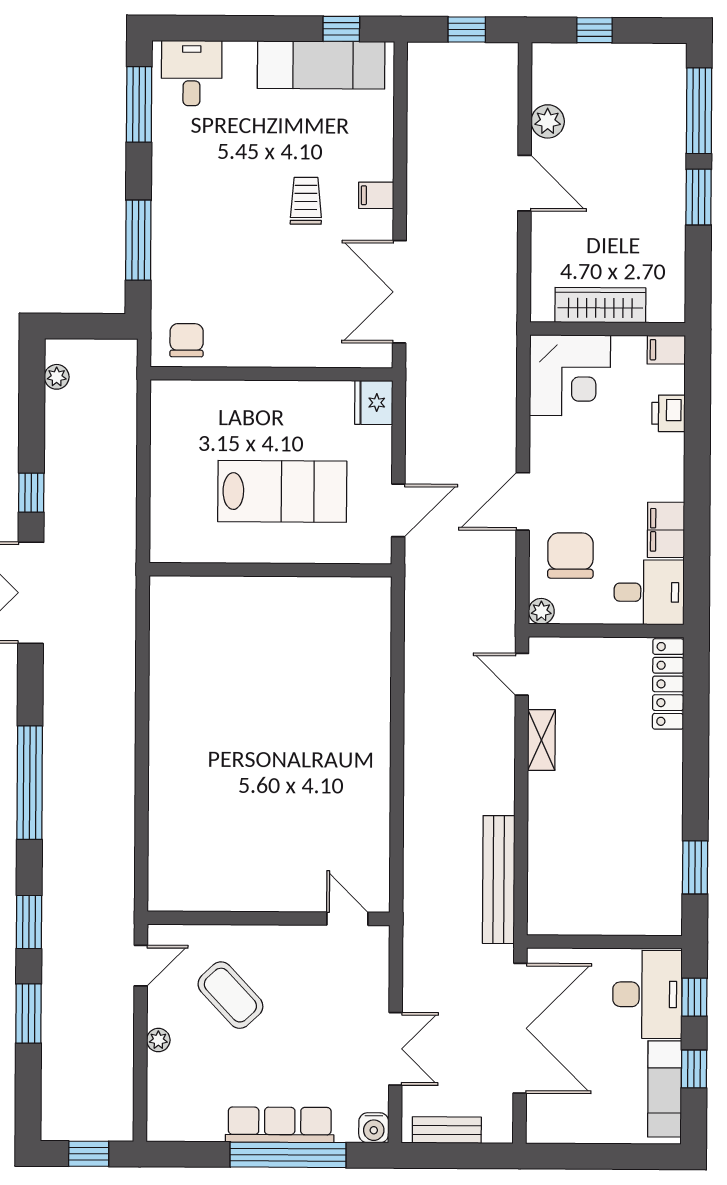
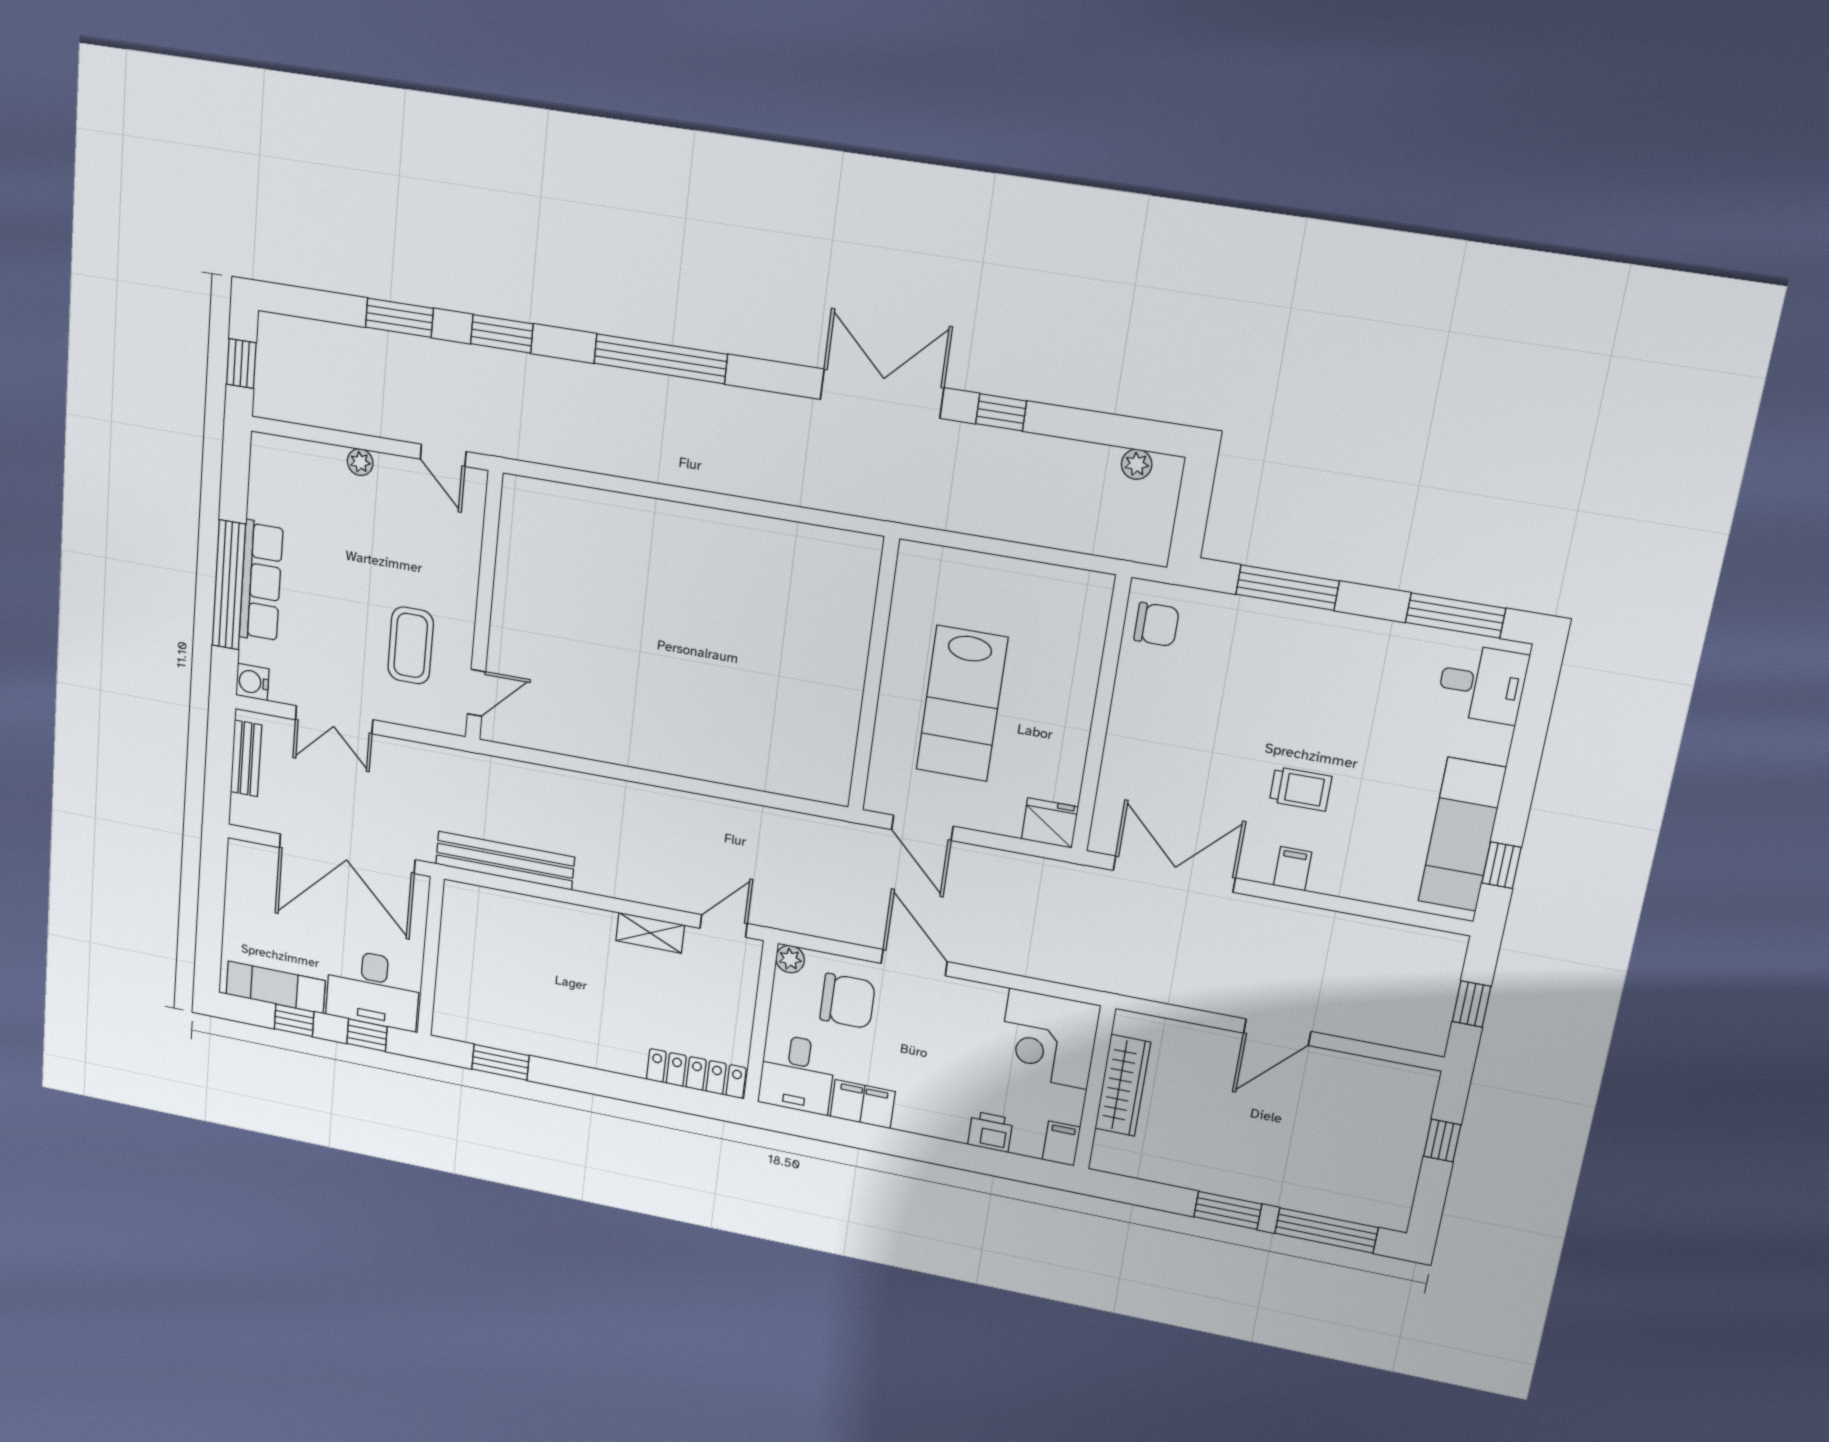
plant: (548, 121) -> (1345, 1071), removed
coffee table: (230, 995) -> (411, 645), moved, turned -47

